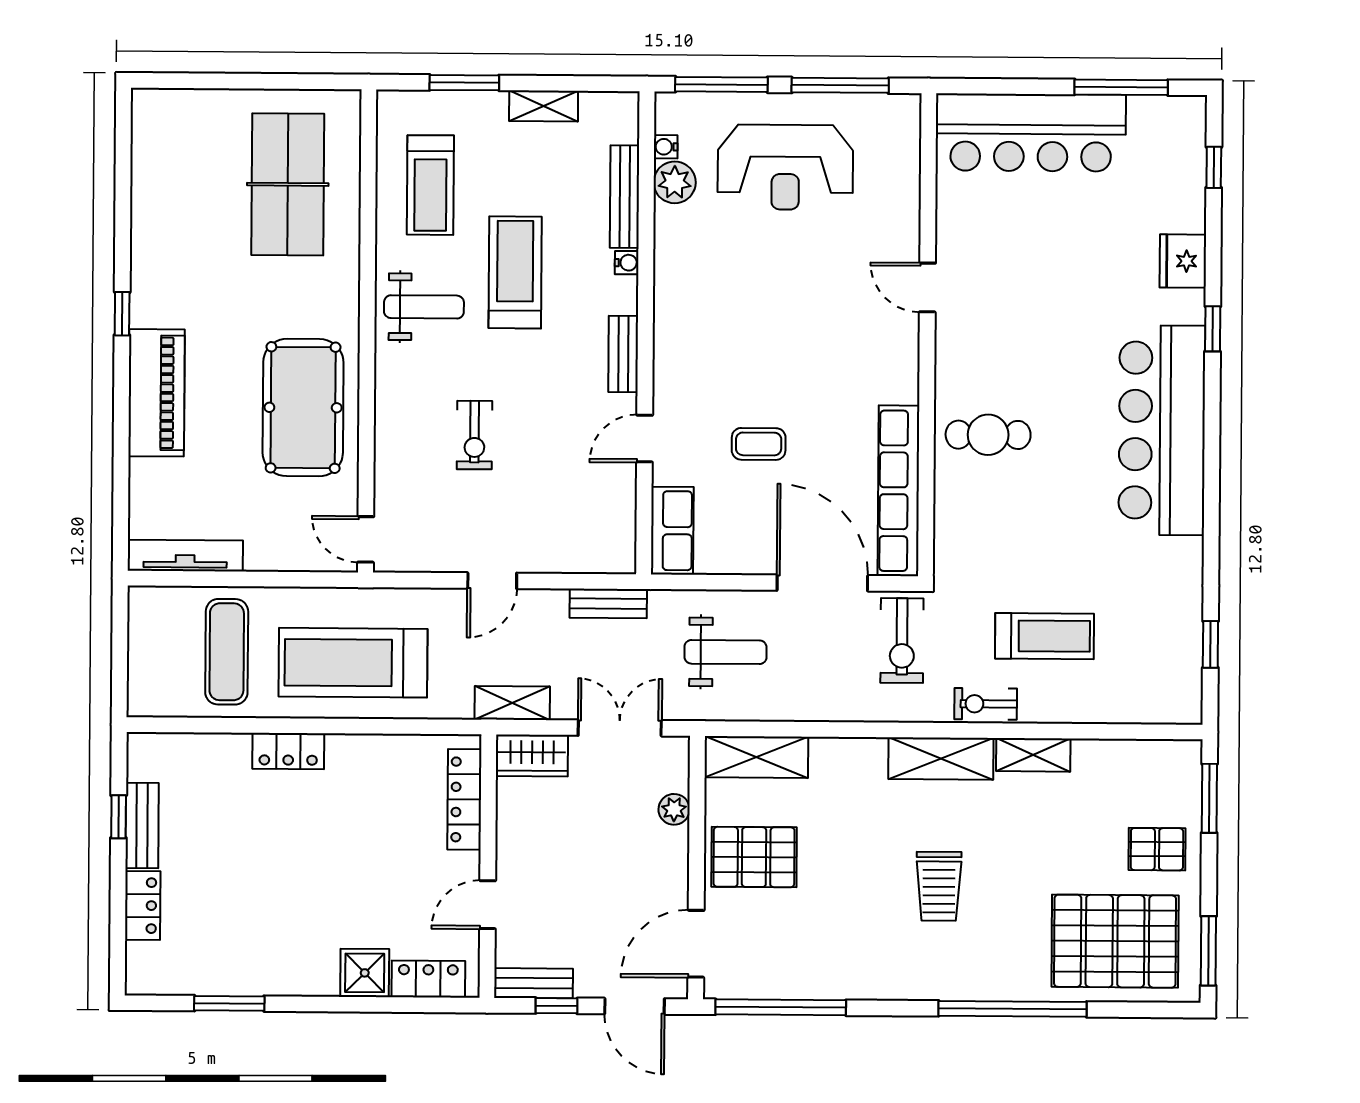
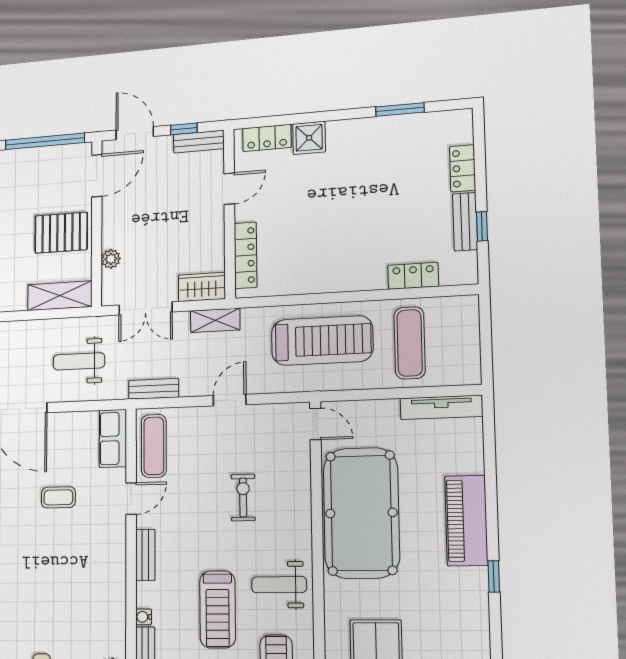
pool table: (303, 408) -> (361, 513), width x1.36, depth x1.32
exercise mat: (609, 517) -> (154, 446), added
locker: (288, 751) -> (413, 276), moved

